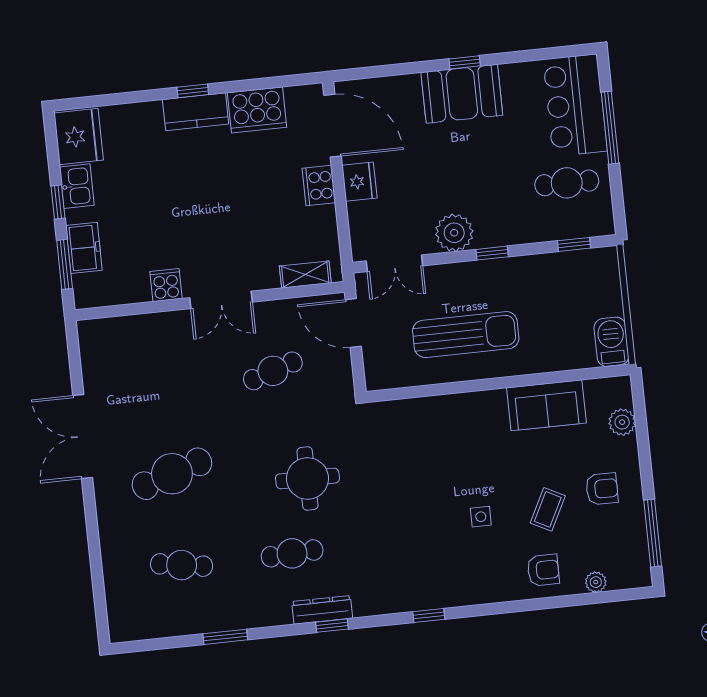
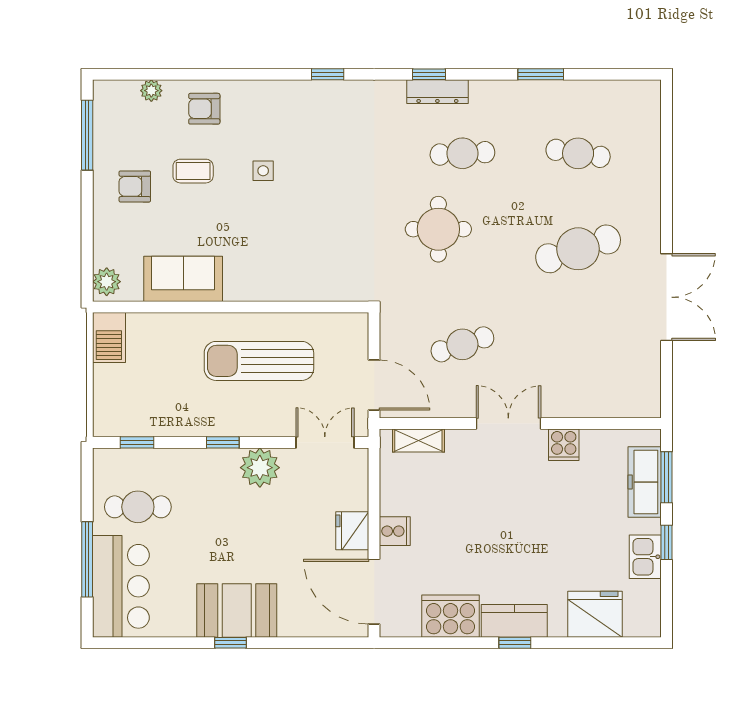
fridge: (79, 137) -> (595, 614), moved, turned 90
cooker: (319, 186) -> (395, 531), width x0.73
freezer: (84, 248) -> (645, 482), width x1.40
plant: (622, 422) -> (107, 282), moved
coffee table: (548, 509) -> (193, 171), turned 63

